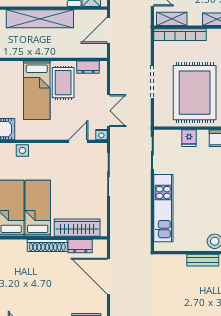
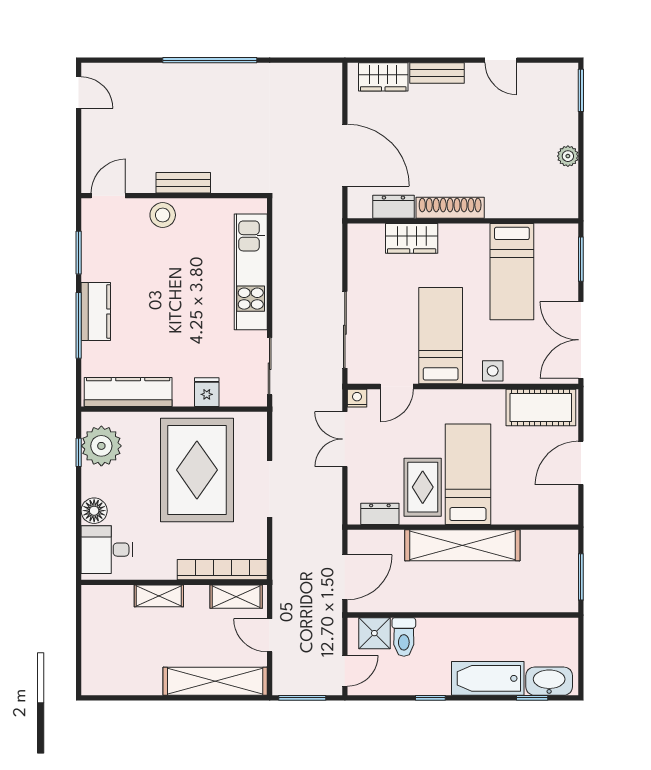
shelving: (40, 19) -> (462, 545), moved
bed: (38, 208) -> (441, 336), moved, turned 180
wardrobe: (77, 228) -> (412, 238), width x0.67

